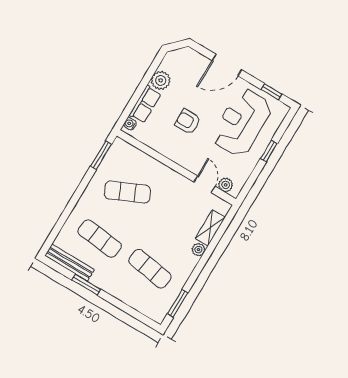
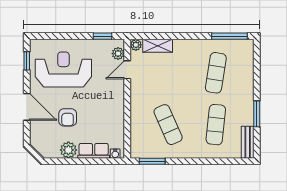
armchair: (188, 122) -> (68, 117), moved
reception desk: (242, 122) -> (63, 70), turned 180
window: (269, 151) -> (102, 36), moved
plant: (198, 250) -> (136, 45), moved
bench: (70, 263) -> (248, 142), width x0.73
window: (178, 303) -> (229, 36), width x1.44

